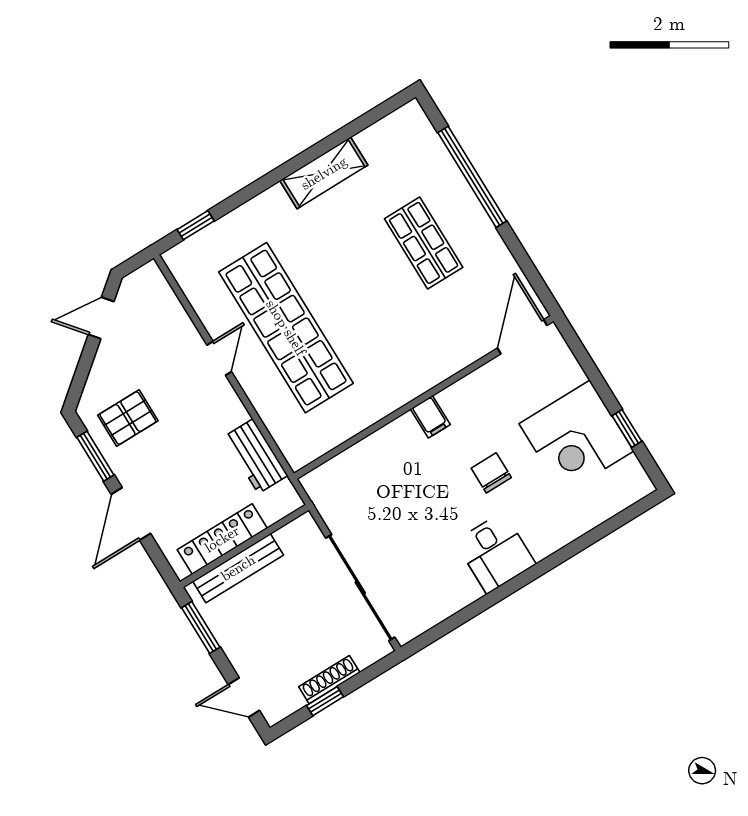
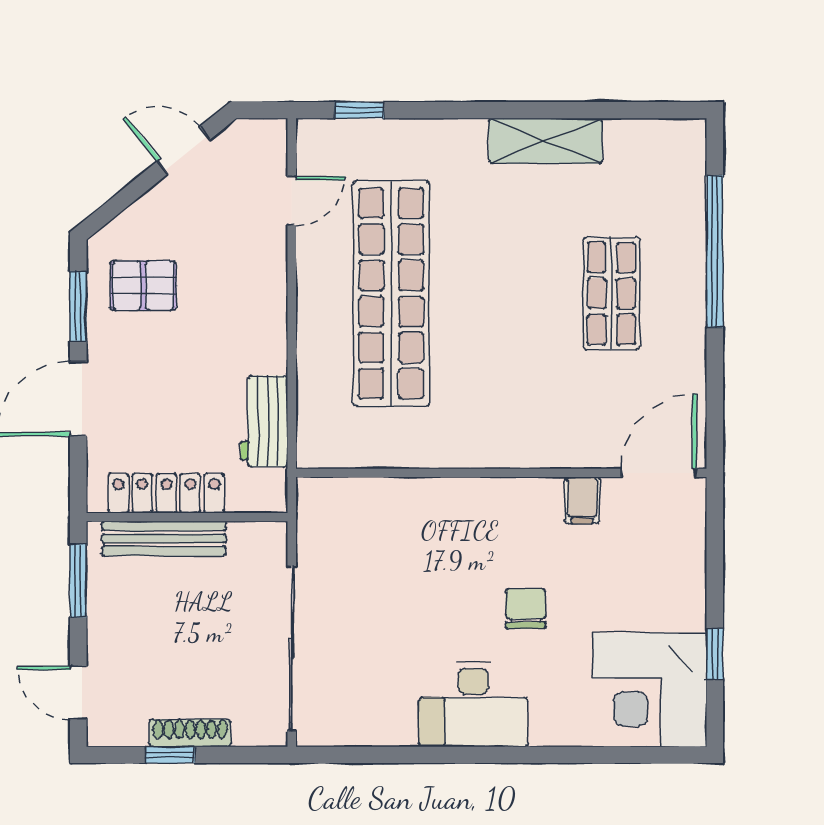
door: (219, 358) -> (292, 201), moved
filing cabinet: (430, 417) -> (582, 500), moved
corner desk: (576, 437) -> (650, 690), moved
desk: (495, 553) -> (473, 704), width x1.37

